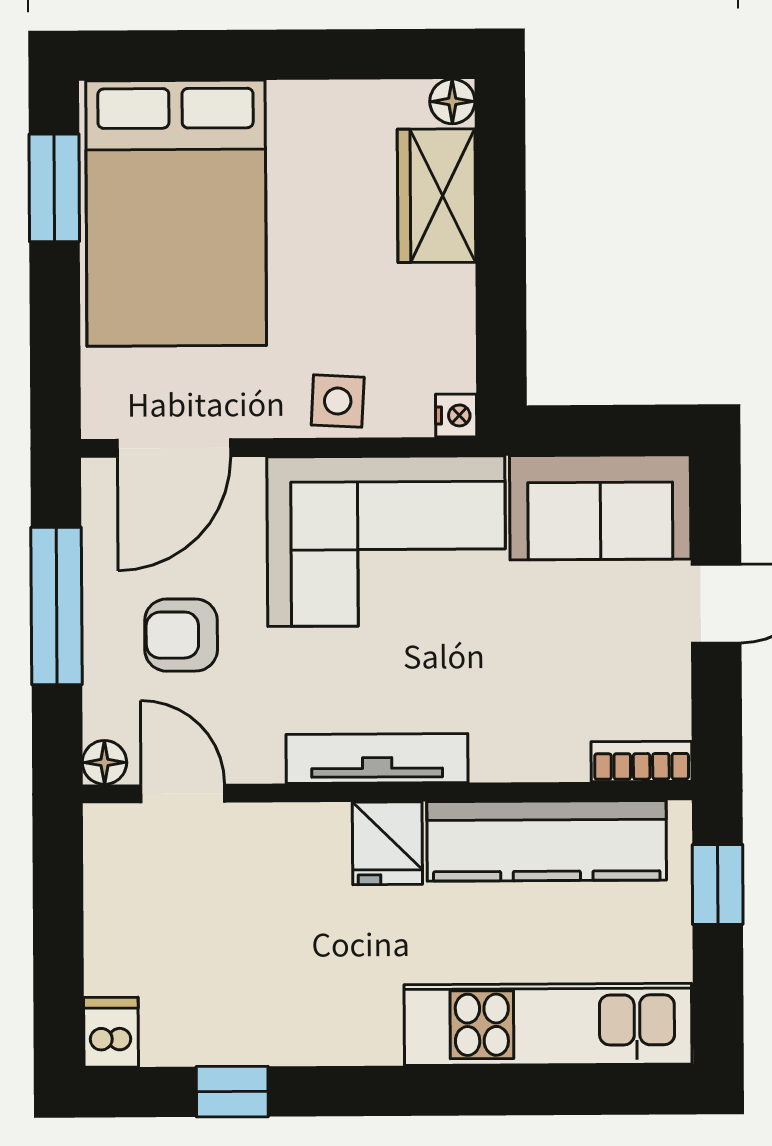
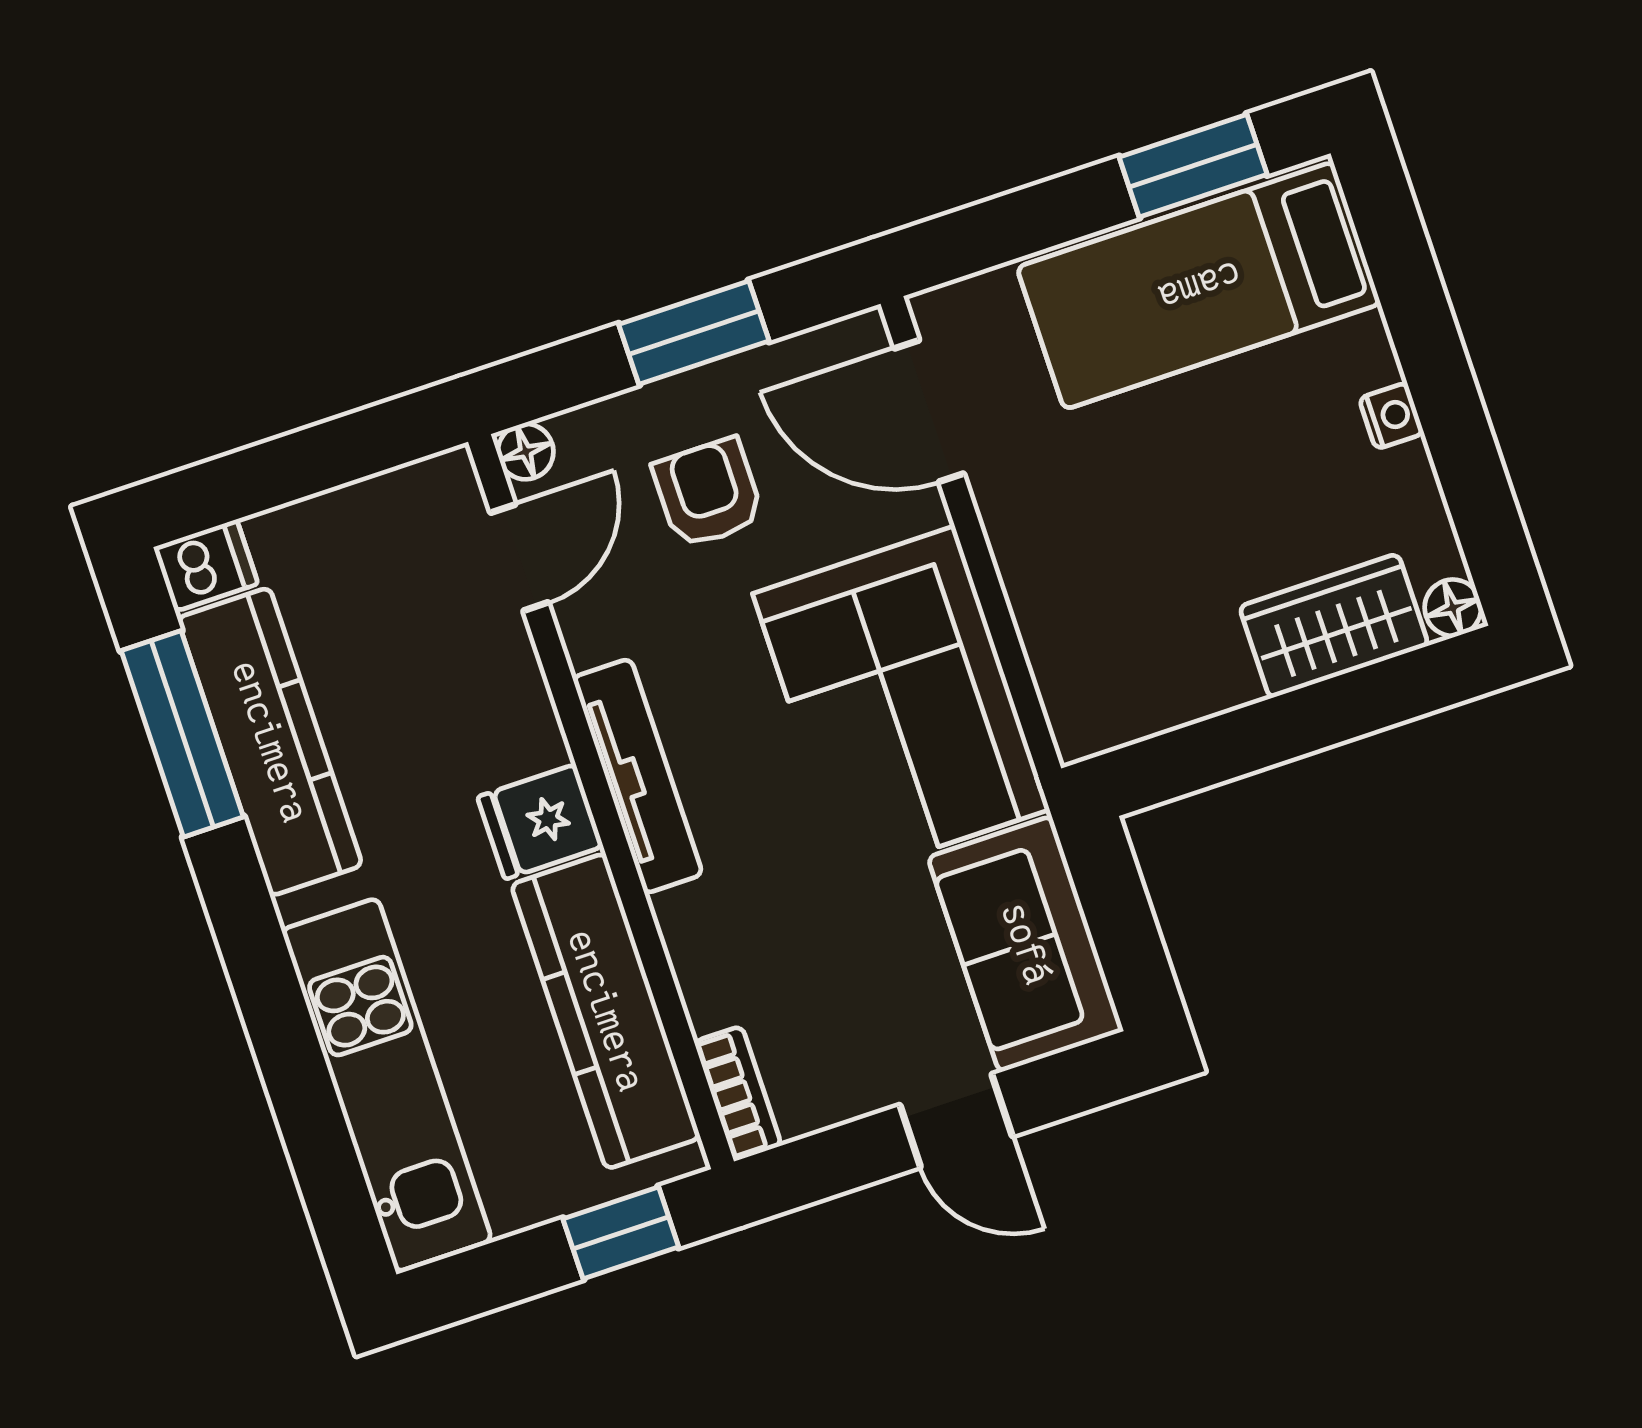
bed: (176, 213) -> (1199, 286), width x0.67
side table: (338, 401) -> (1050, 588), removed
nightstand: (456, 415) -> (1391, 416), moved, turned -90
window: (56, 606) -> (694, 333), width x0.69
kitchen counter: (260, 1027) -> (270, 742), added
window: (232, 1092) -> (182, 734), width x2.17

